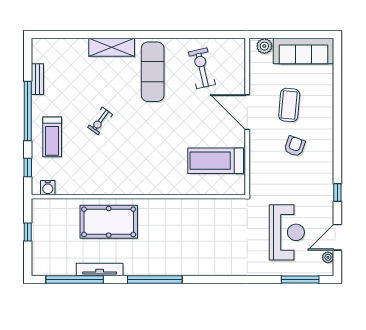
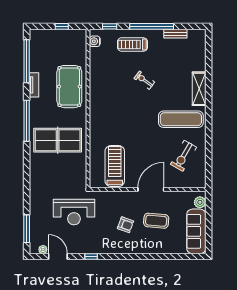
exercise bike: (202, 68) -> (184, 156), turned 133
reception desk: (287, 232) -> (74, 212), moved
table tennis table: (181, 238) -> (58, 140), added
tv unit: (100, 269) -> (34, 85), width x0.71

